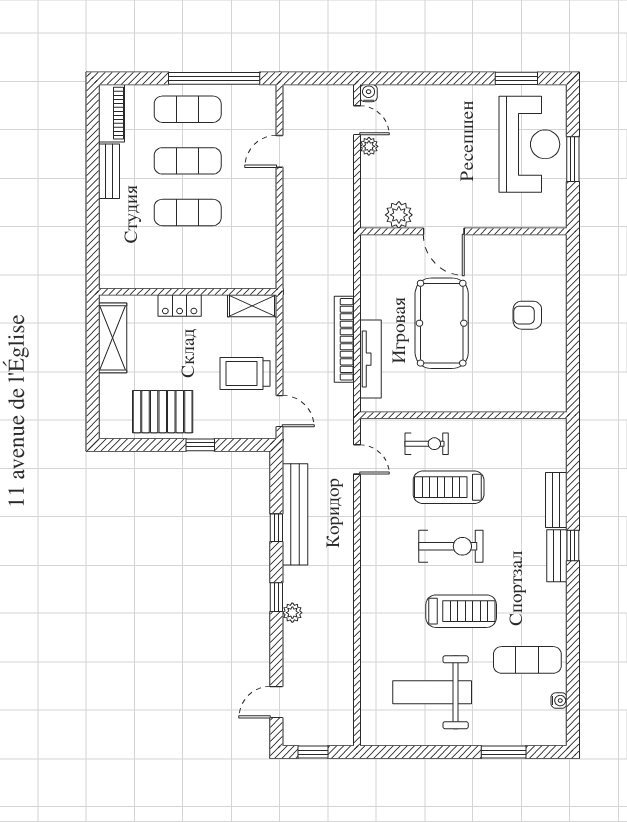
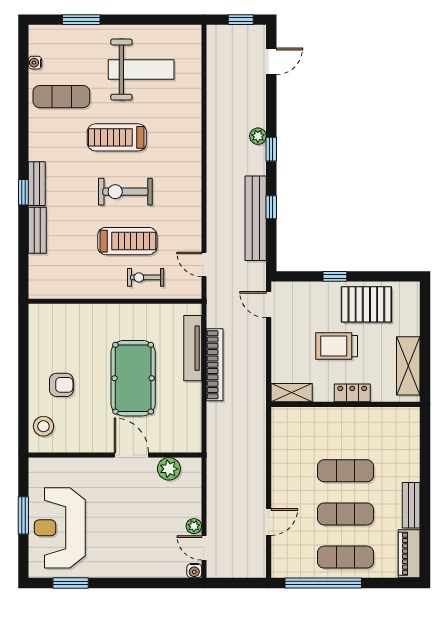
stool: (549, 266) -> (43, 426), added
trolley: (245, 374) -> (337, 346), moved, turned 180

